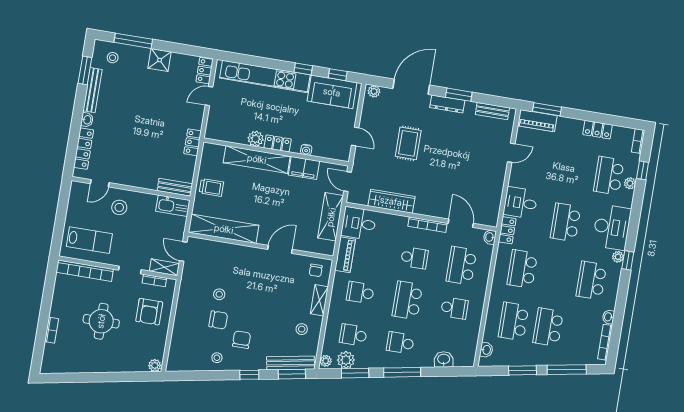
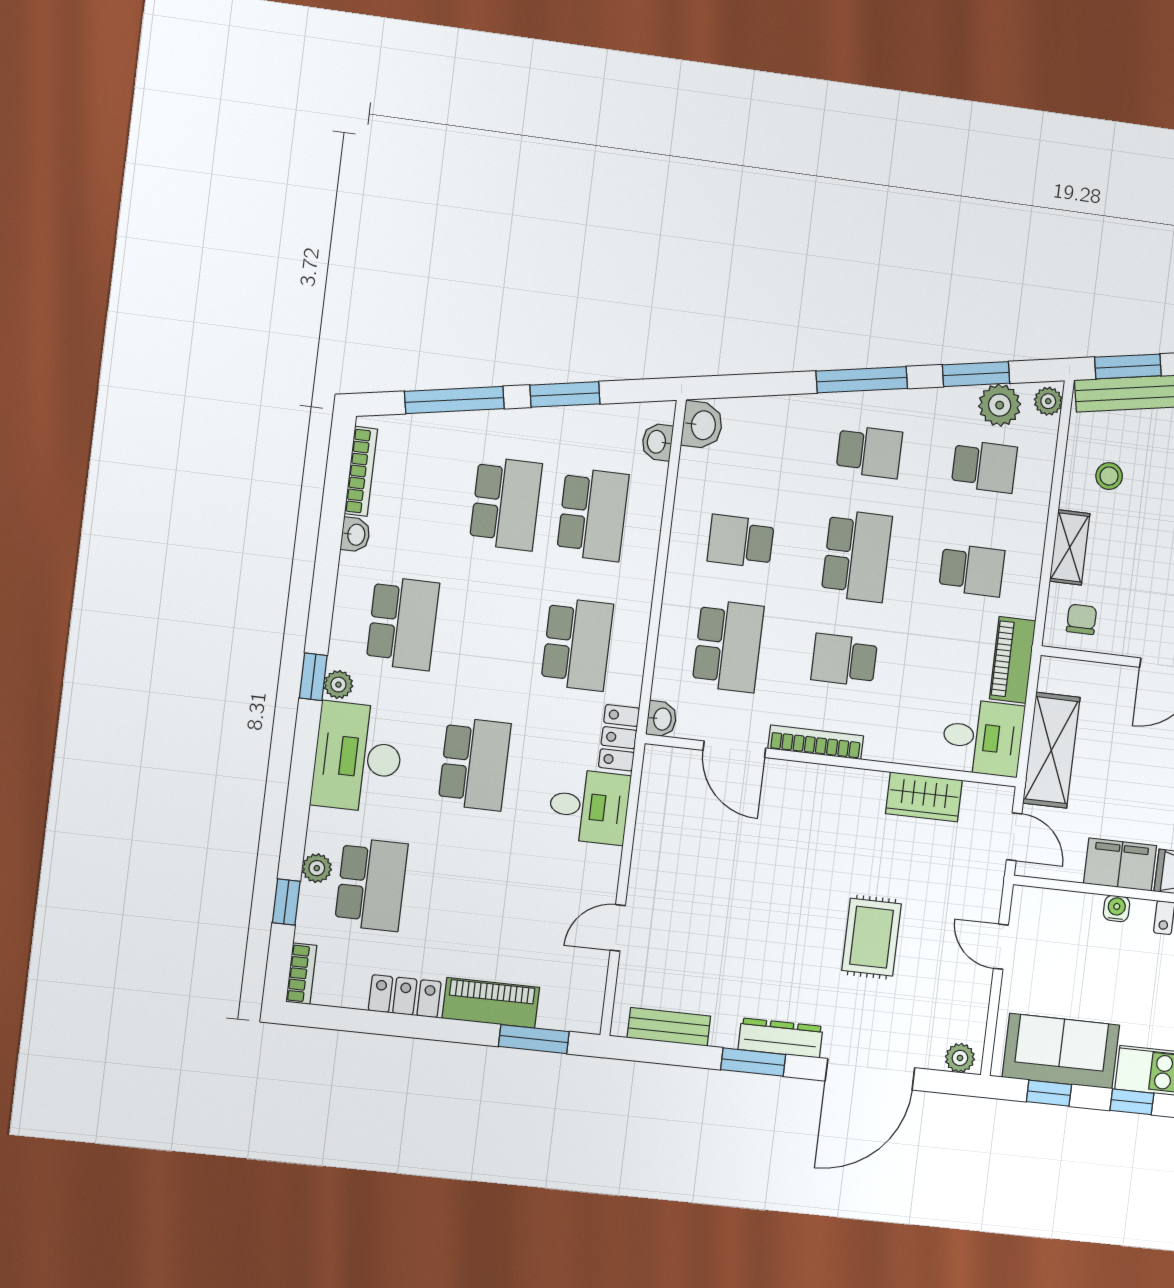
piano: (537, 121) -> (491, 1003), moved
wardrobe: (391, 201) -> (924, 797), width x0.67
washbasin: (444, 359) -> (702, 425), moved, turned -80

